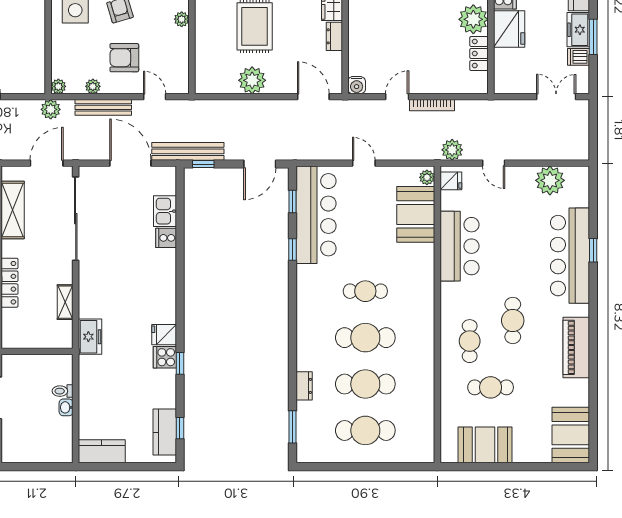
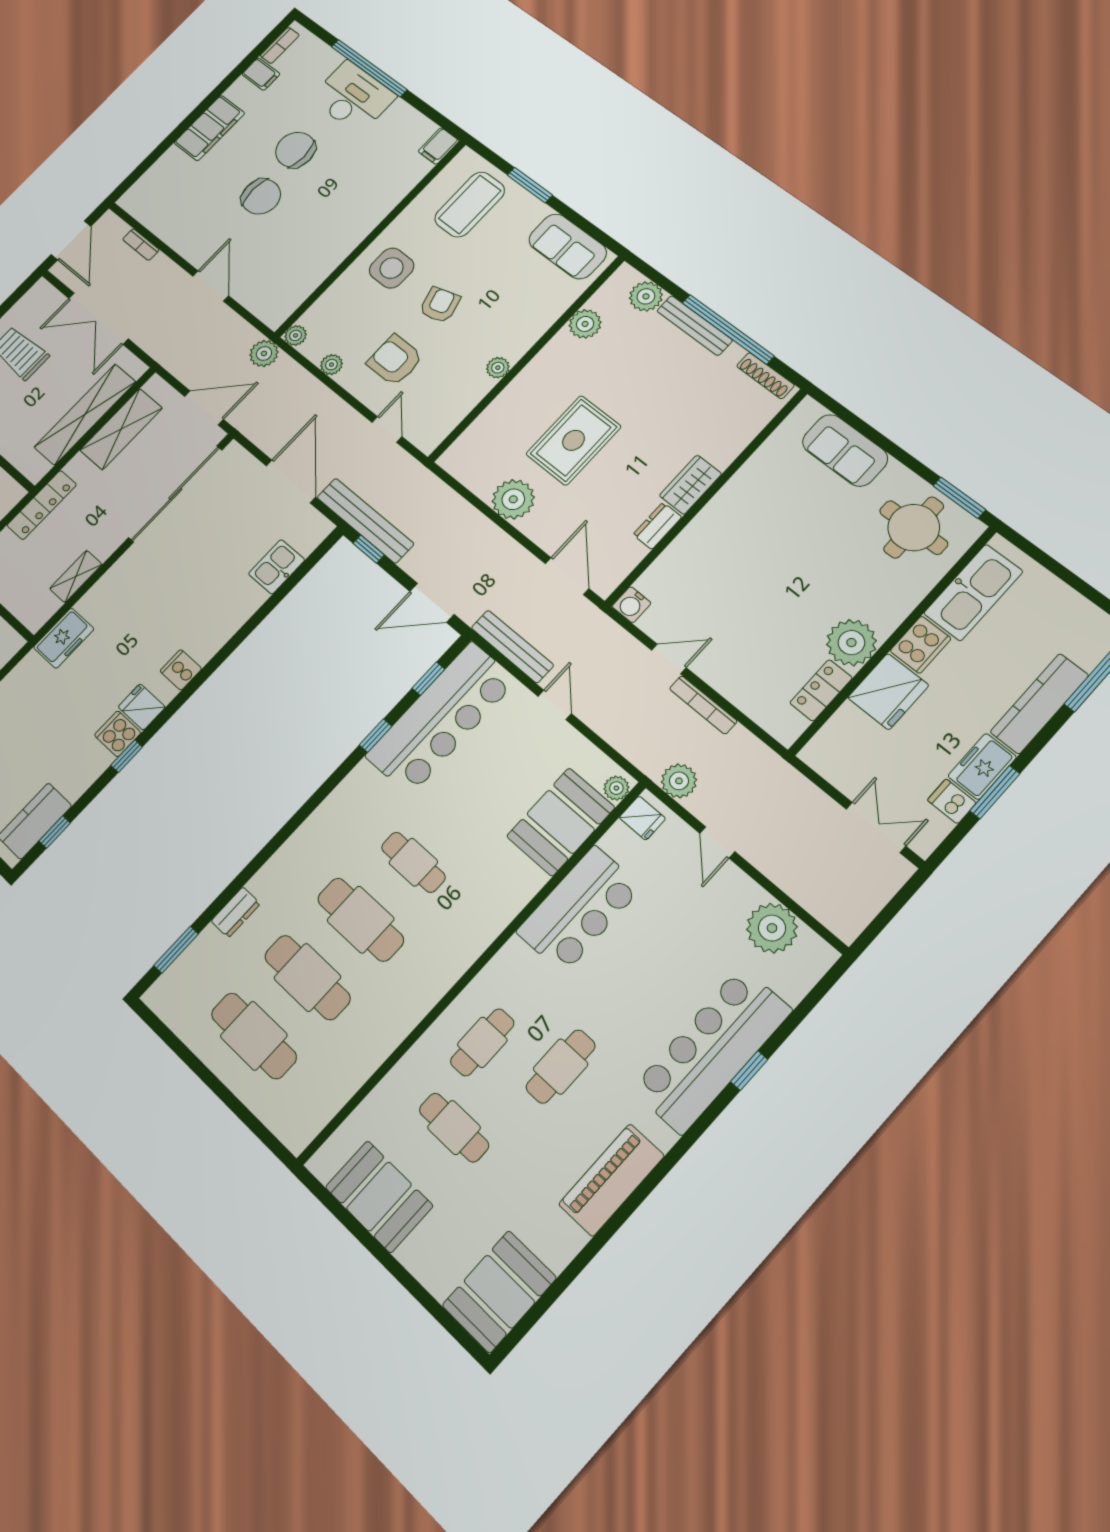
bench: (103, 107) -> (512, 646), moved
cooker: (166, 238) -> (181, 670), moved

